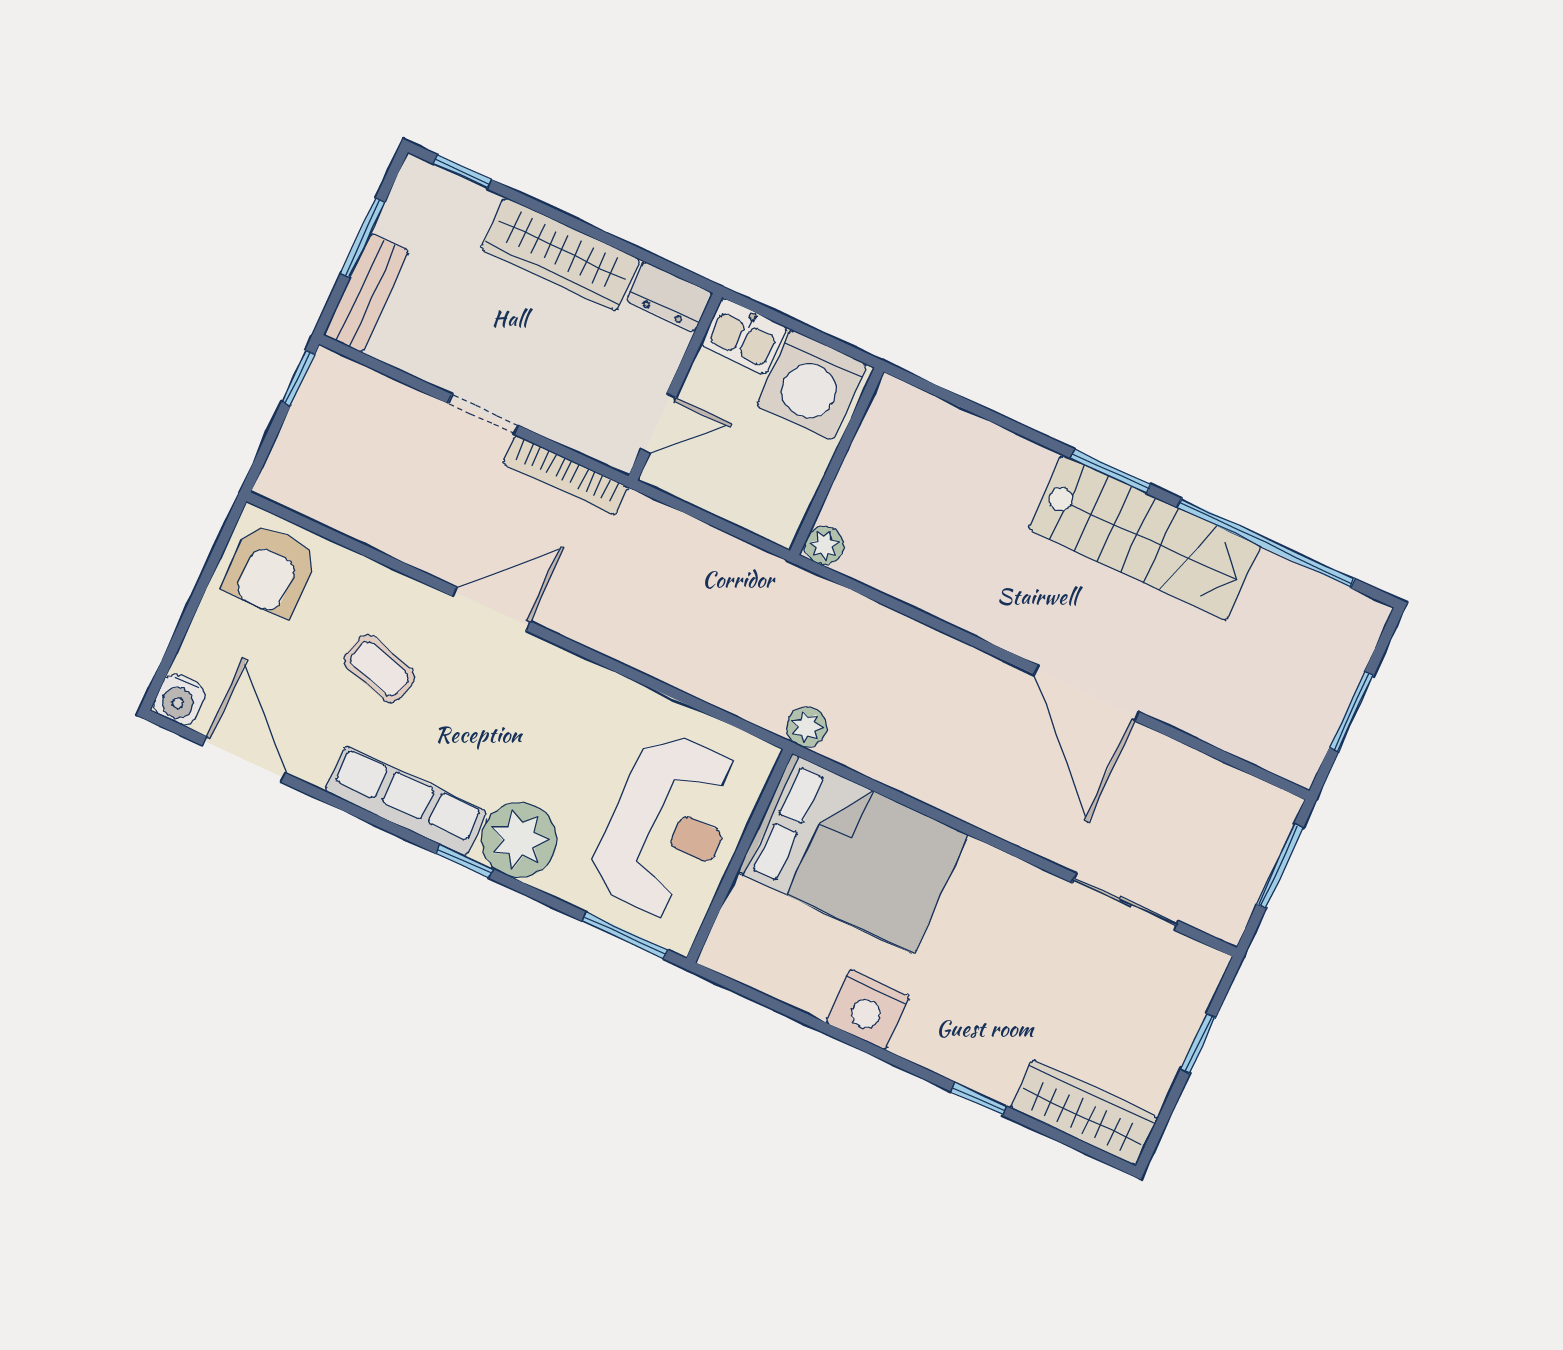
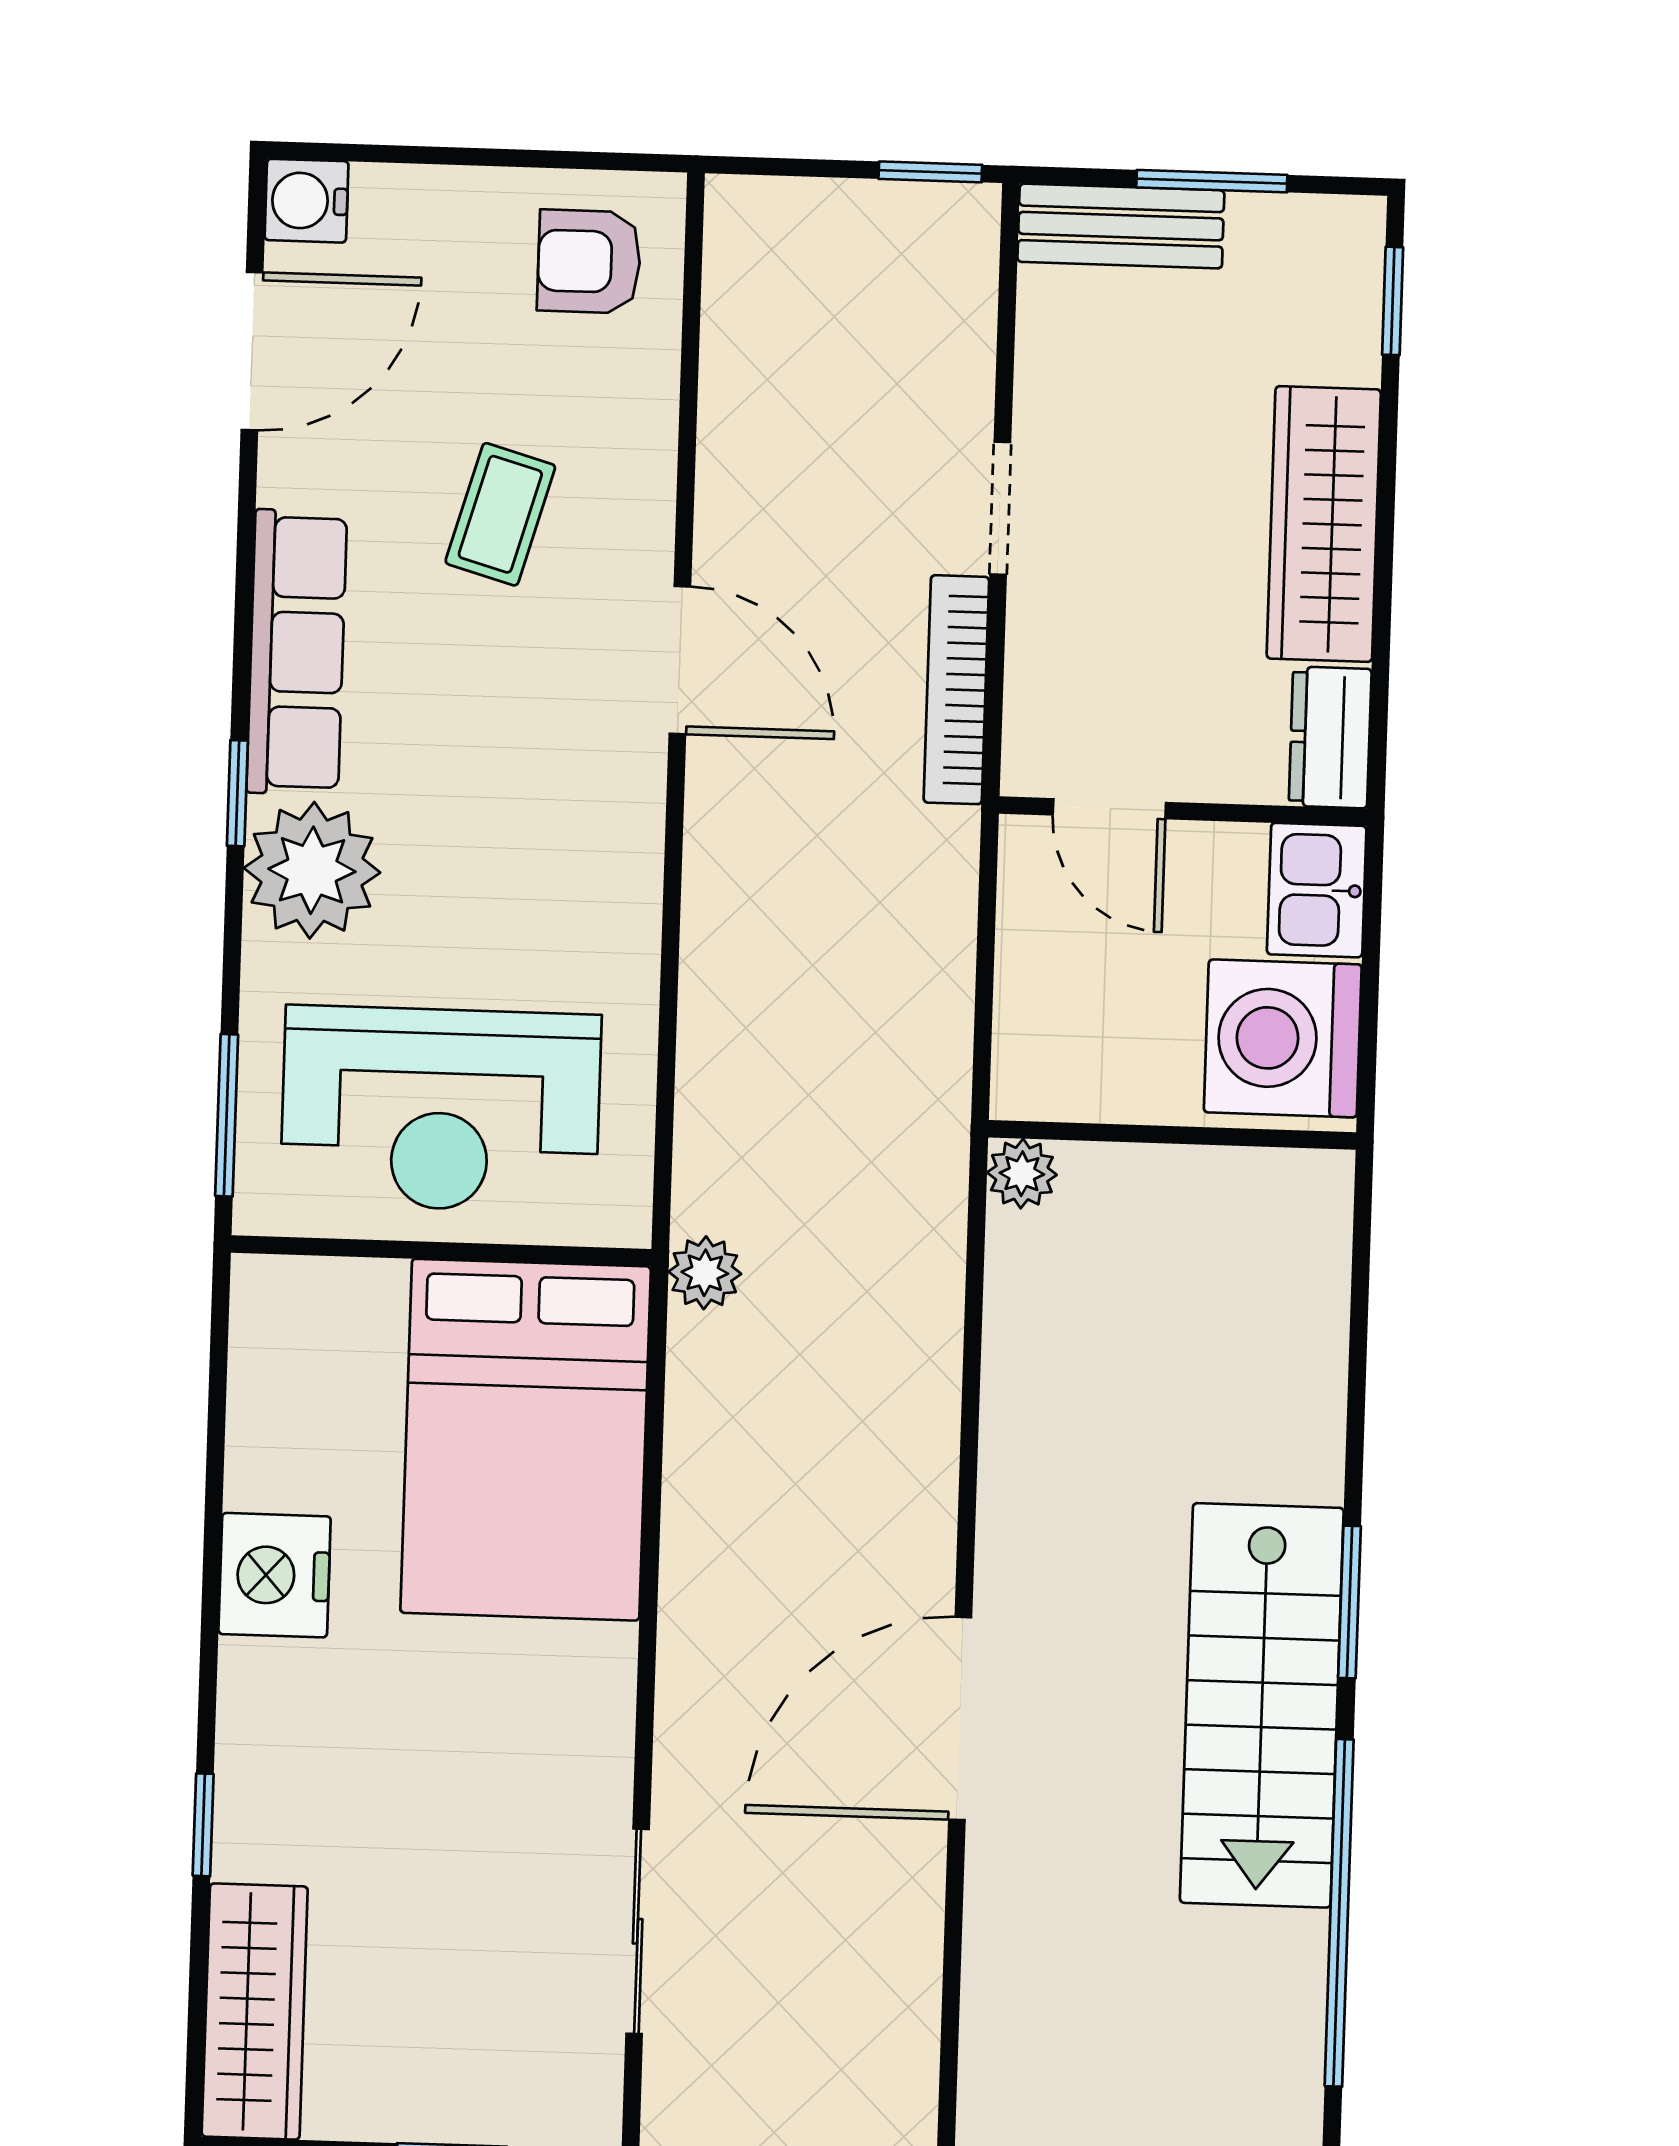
armchair: (270, 570) -> (589, 261), width x0.72, depth x0.72

